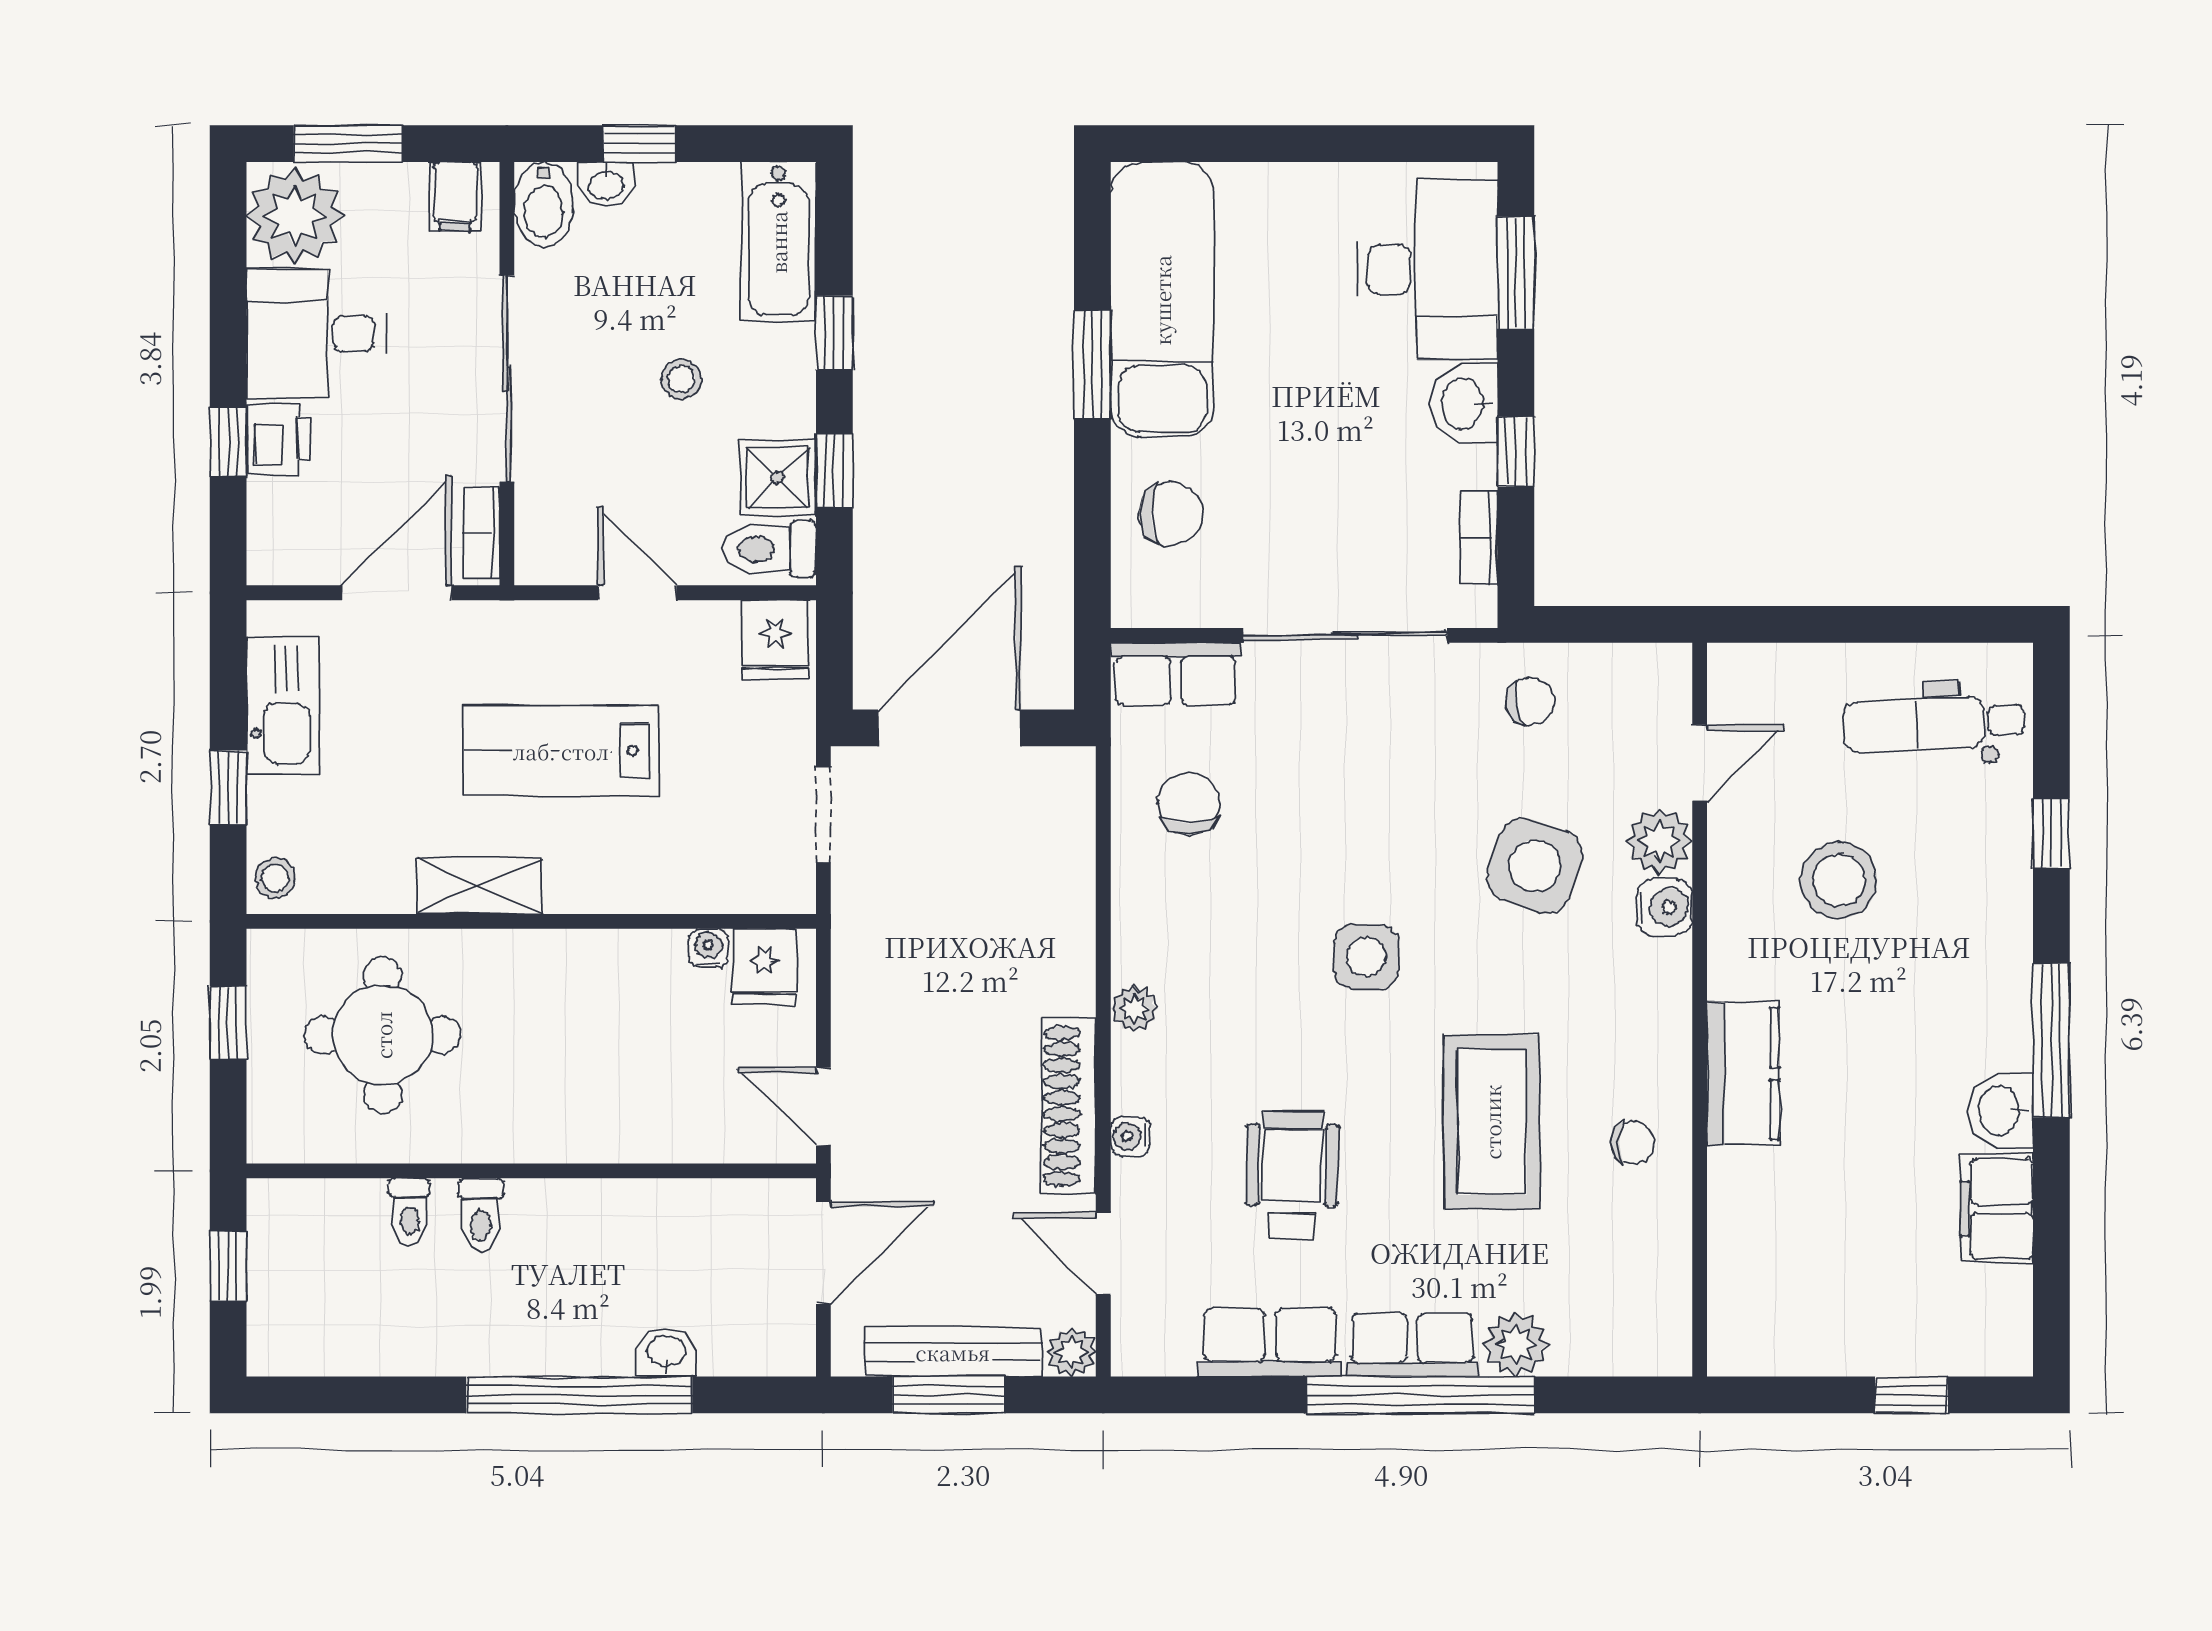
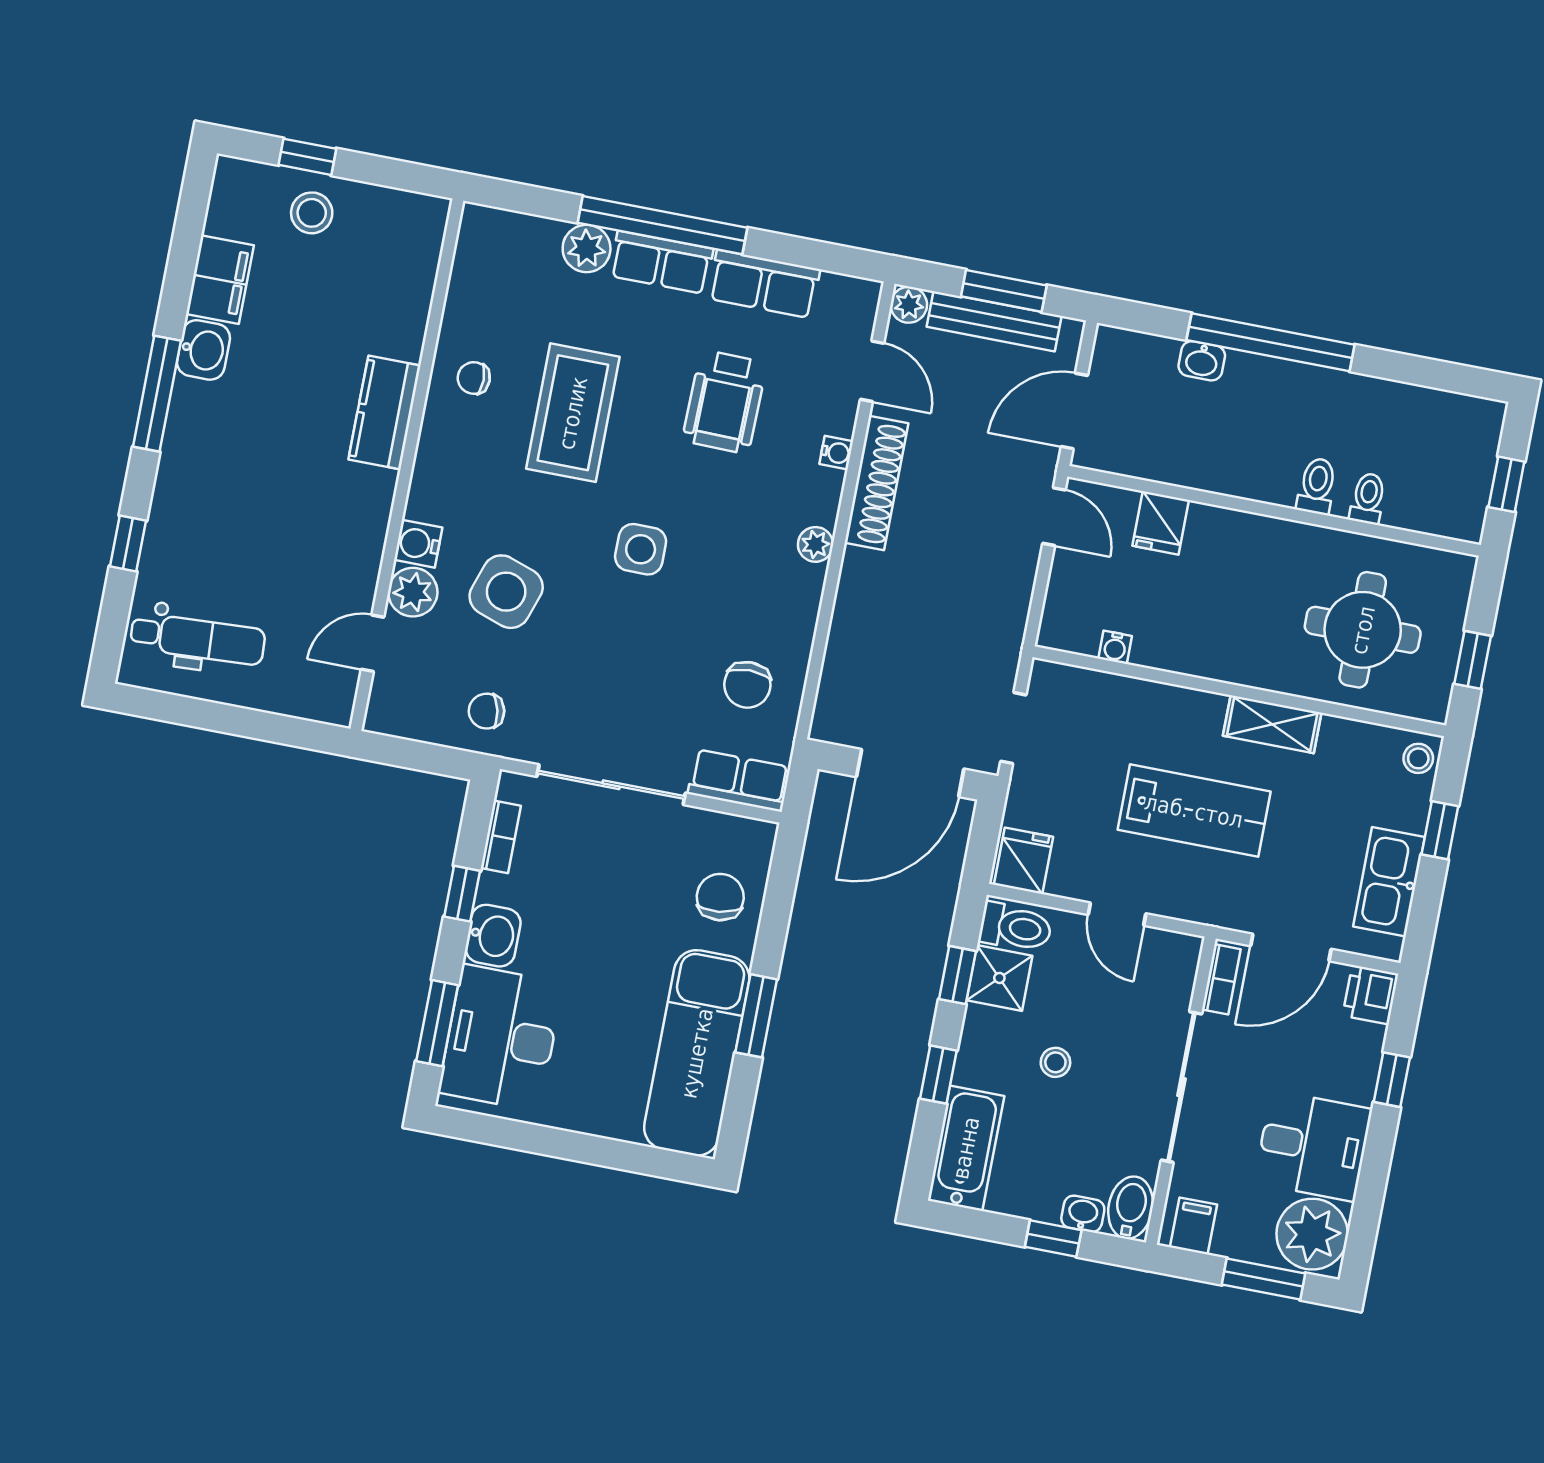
printer: (278, 439) -> (1370, 995), moved
chair: (1171, 514) -> (720, 897), turned 83
stool: (1839, 880) -> (312, 213), moved, width x0.73, depth x0.73
fridge: (765, 967) -> (1161, 523), moved, turned 180

